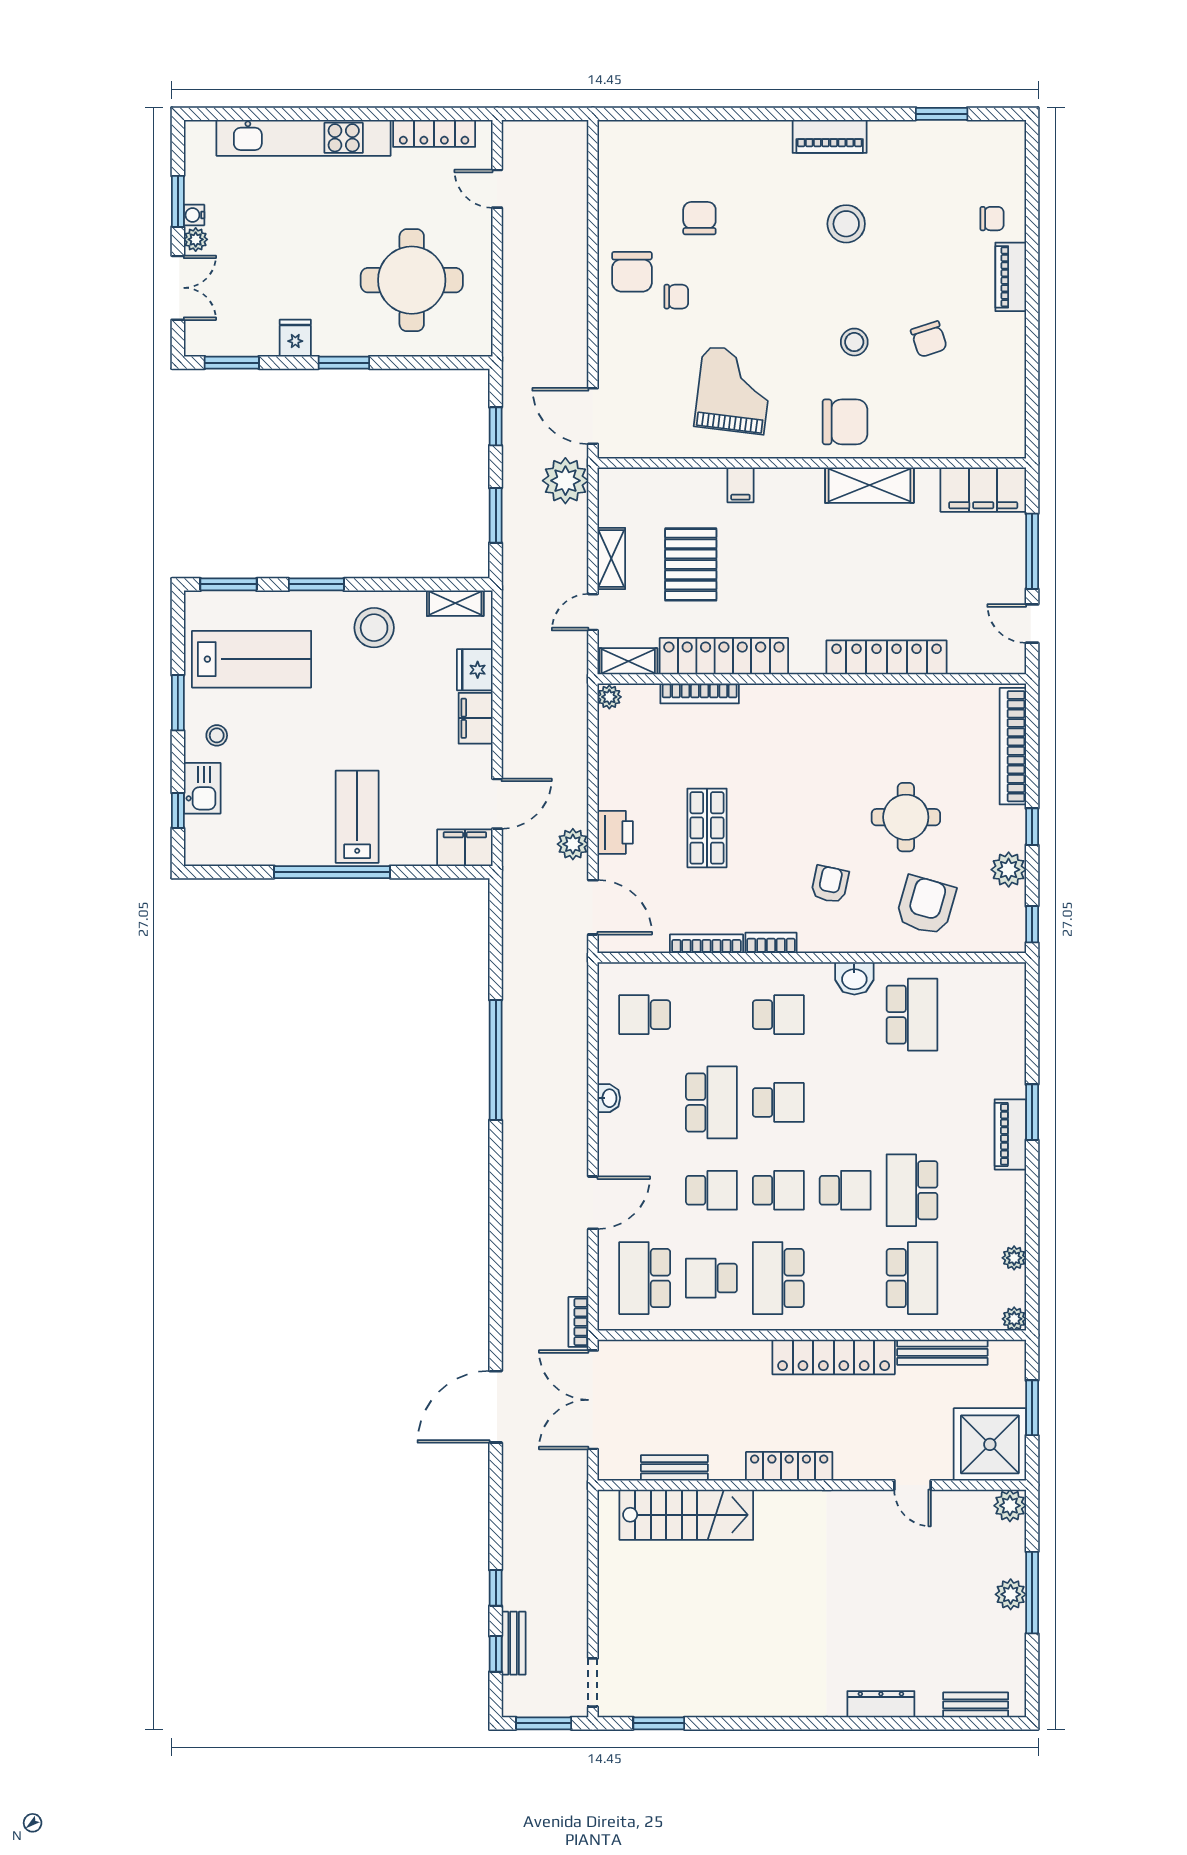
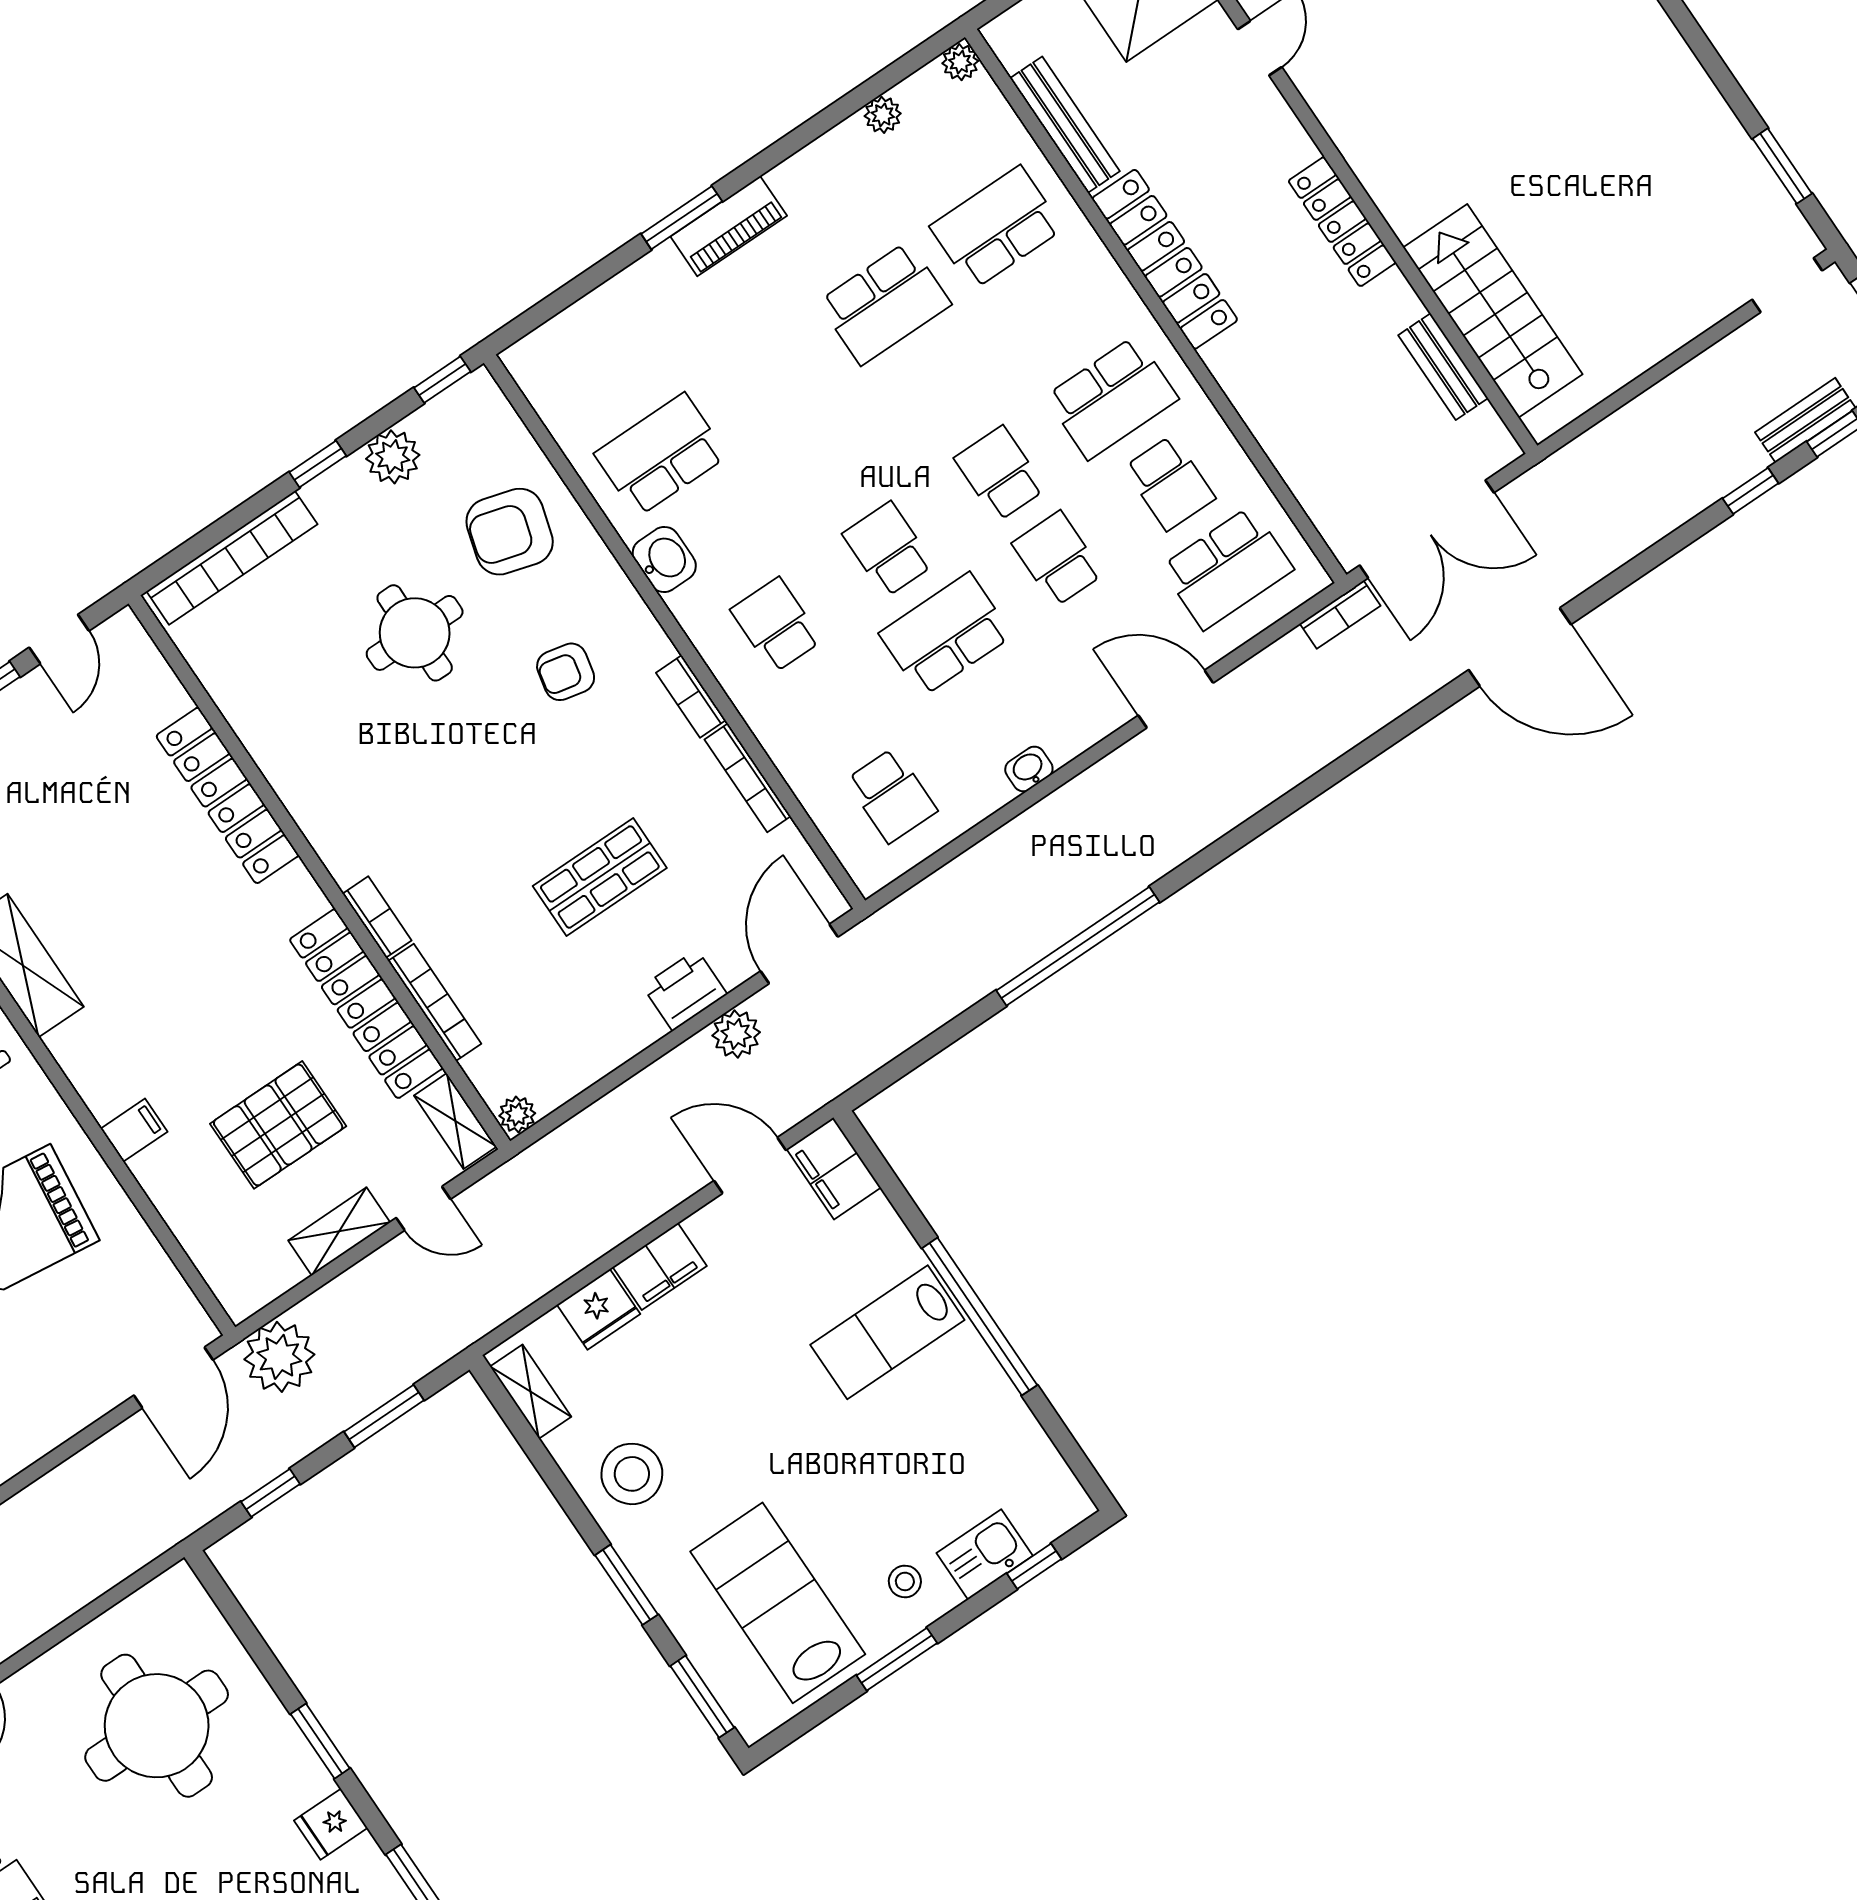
bookcase: (767, 693) -> (377, 917), added
school desk: (845, 1190) -> (942, 388), removed

